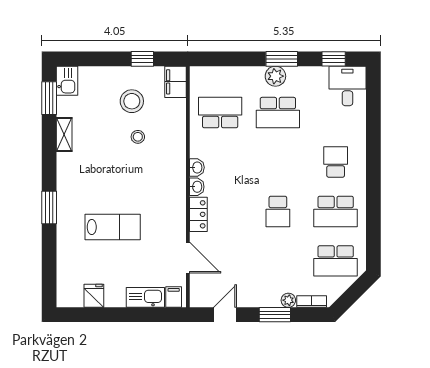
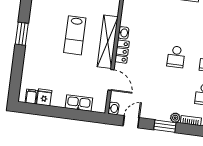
washbasin: (197, 167) -> (114, 108), moved
shelving: (176, 203) -> (108, 42), added
lab bench: (113, 227) -> (75, 35), moved, turned 90
filing cabinet: (174, 297) -> (31, 97), moved

